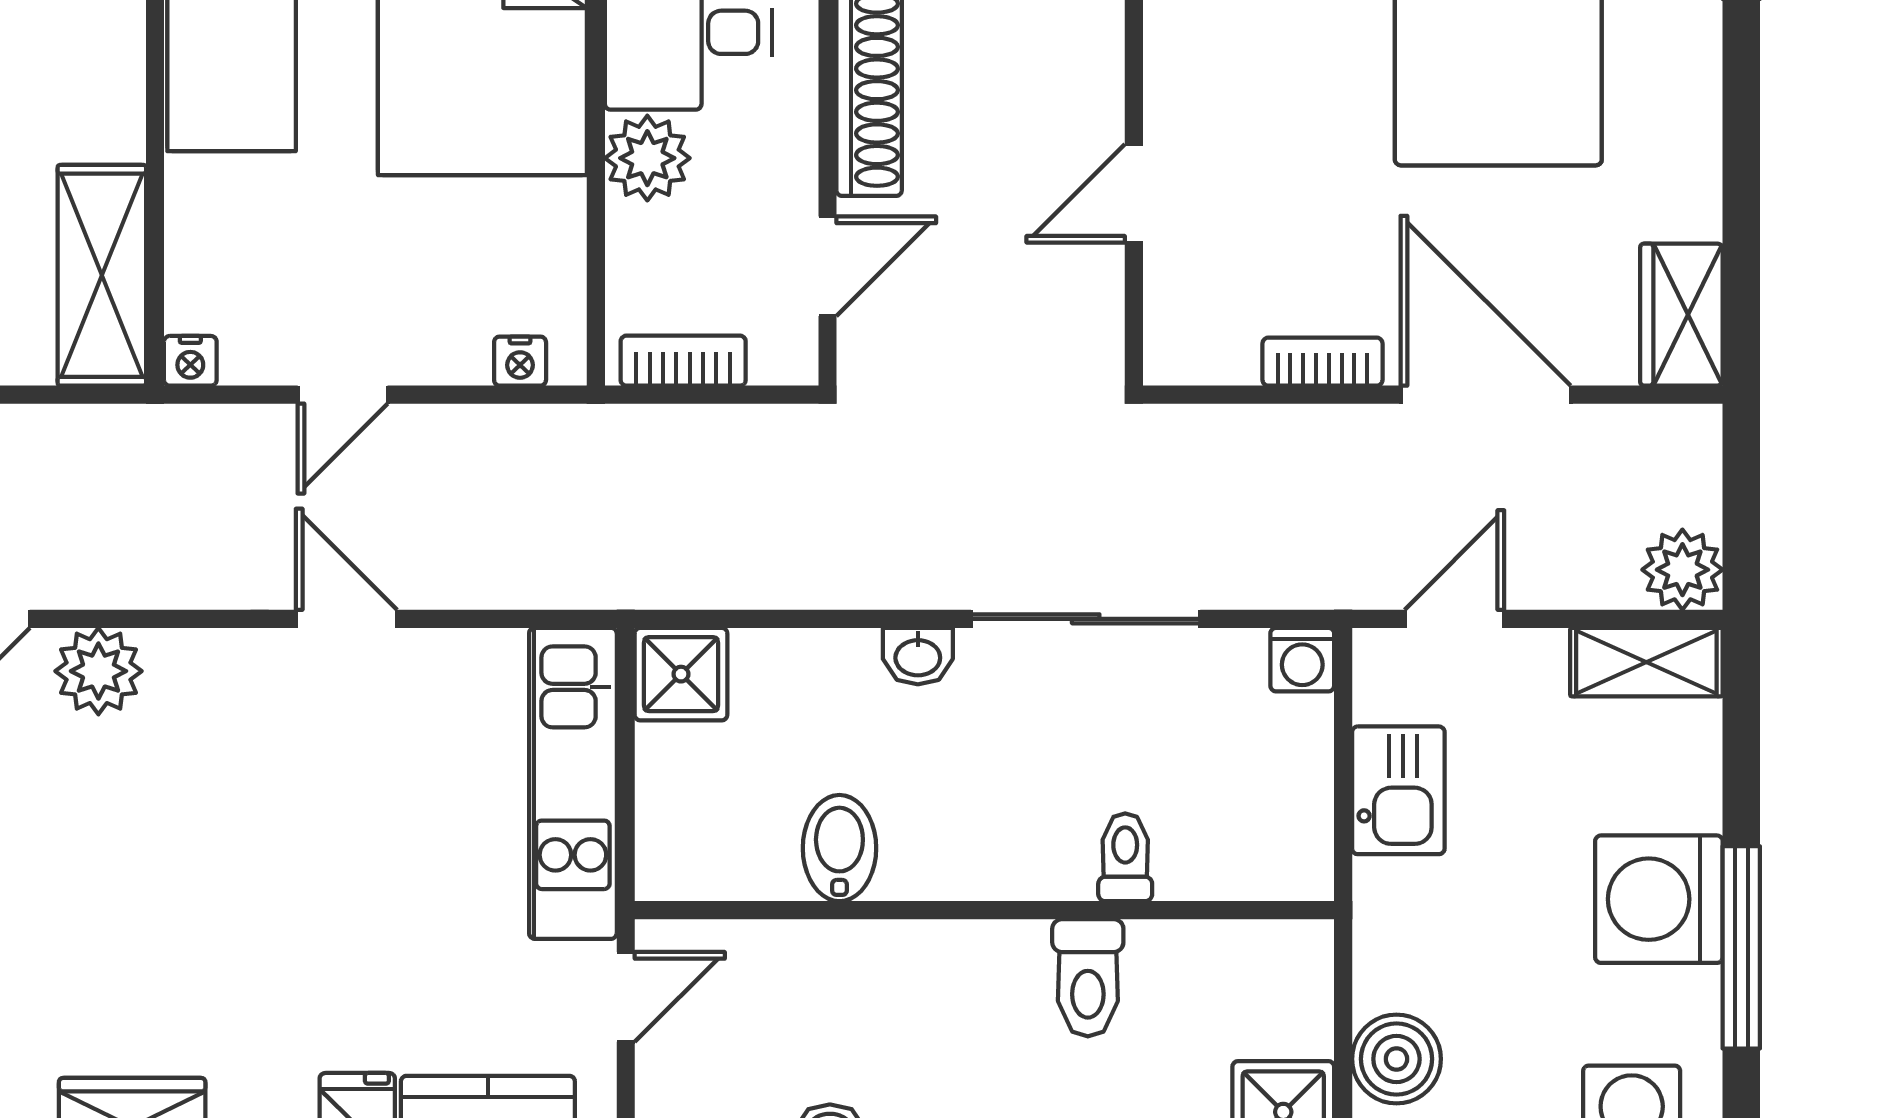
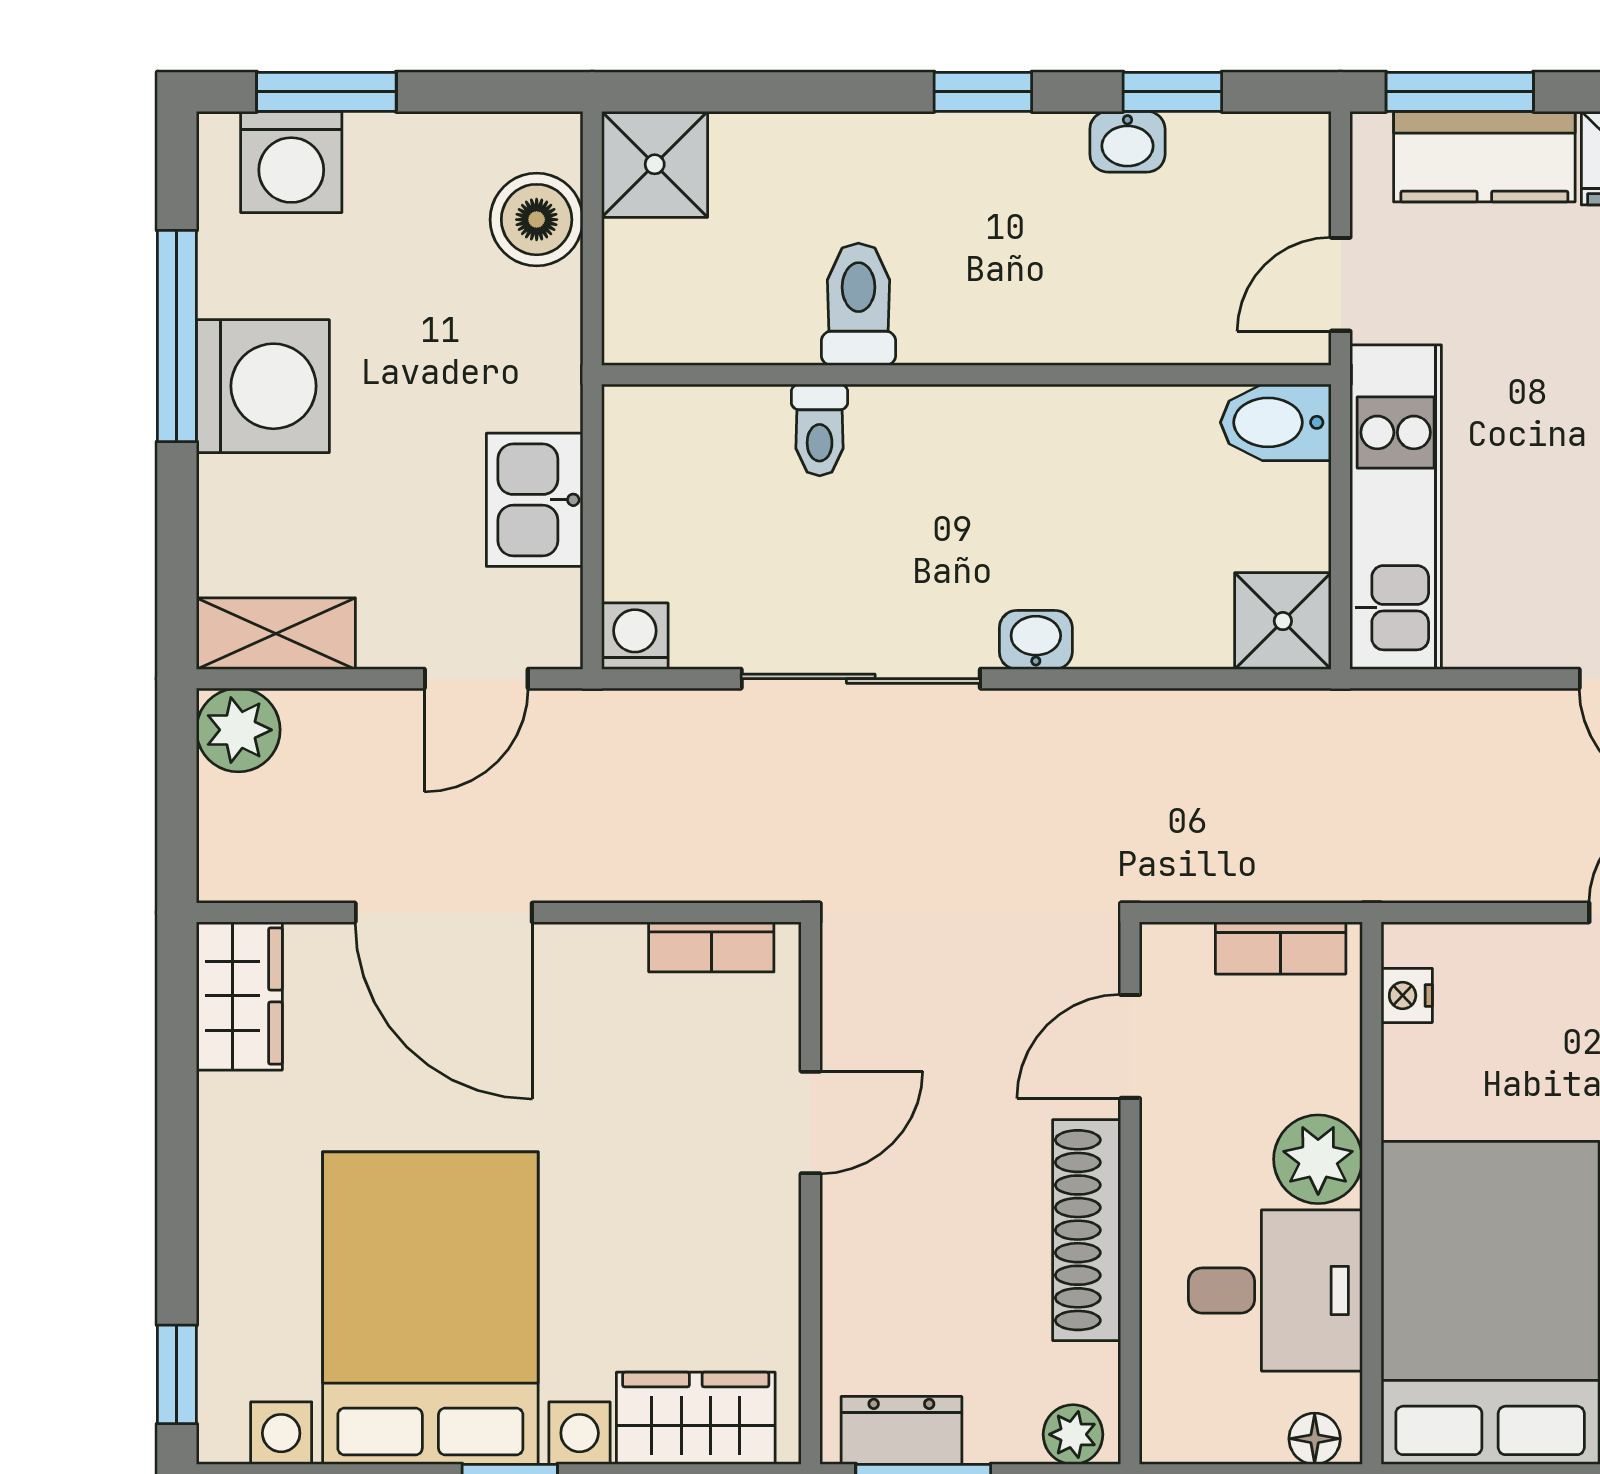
nightstand: (520, 361) -> (1407, 995), moved, turned -90
bookcase: (1322, 362) -> (711, 947), moved
bidet: (839, 848) -> (1276, 422), moved, turned 90

